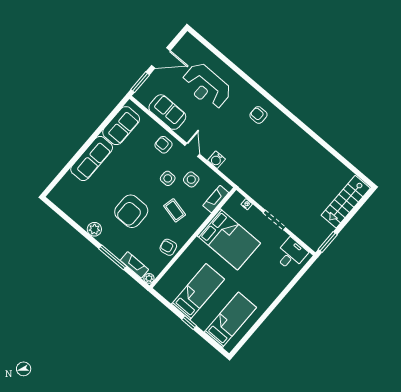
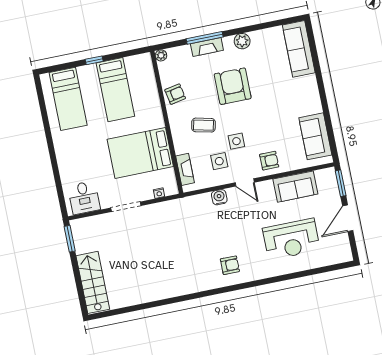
reception desk: (206, 86) -> (291, 239), turned 180
sofa: (92, 159) -> (299, 49), moved
fireplace: (134, 265) -> (207, 47), moved

